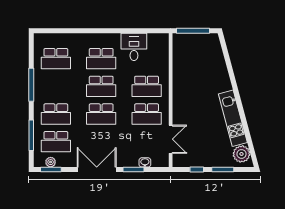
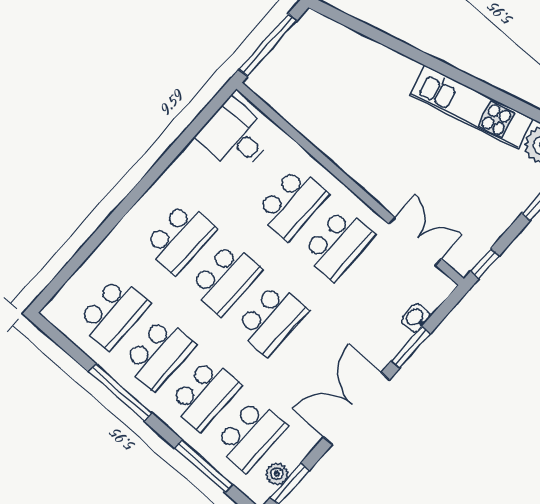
desk: (134, 47) -> (235, 136), moved
school desk: (56, 86) -> (159, 354), added
window: (197, 170) -> (485, 264), moved

